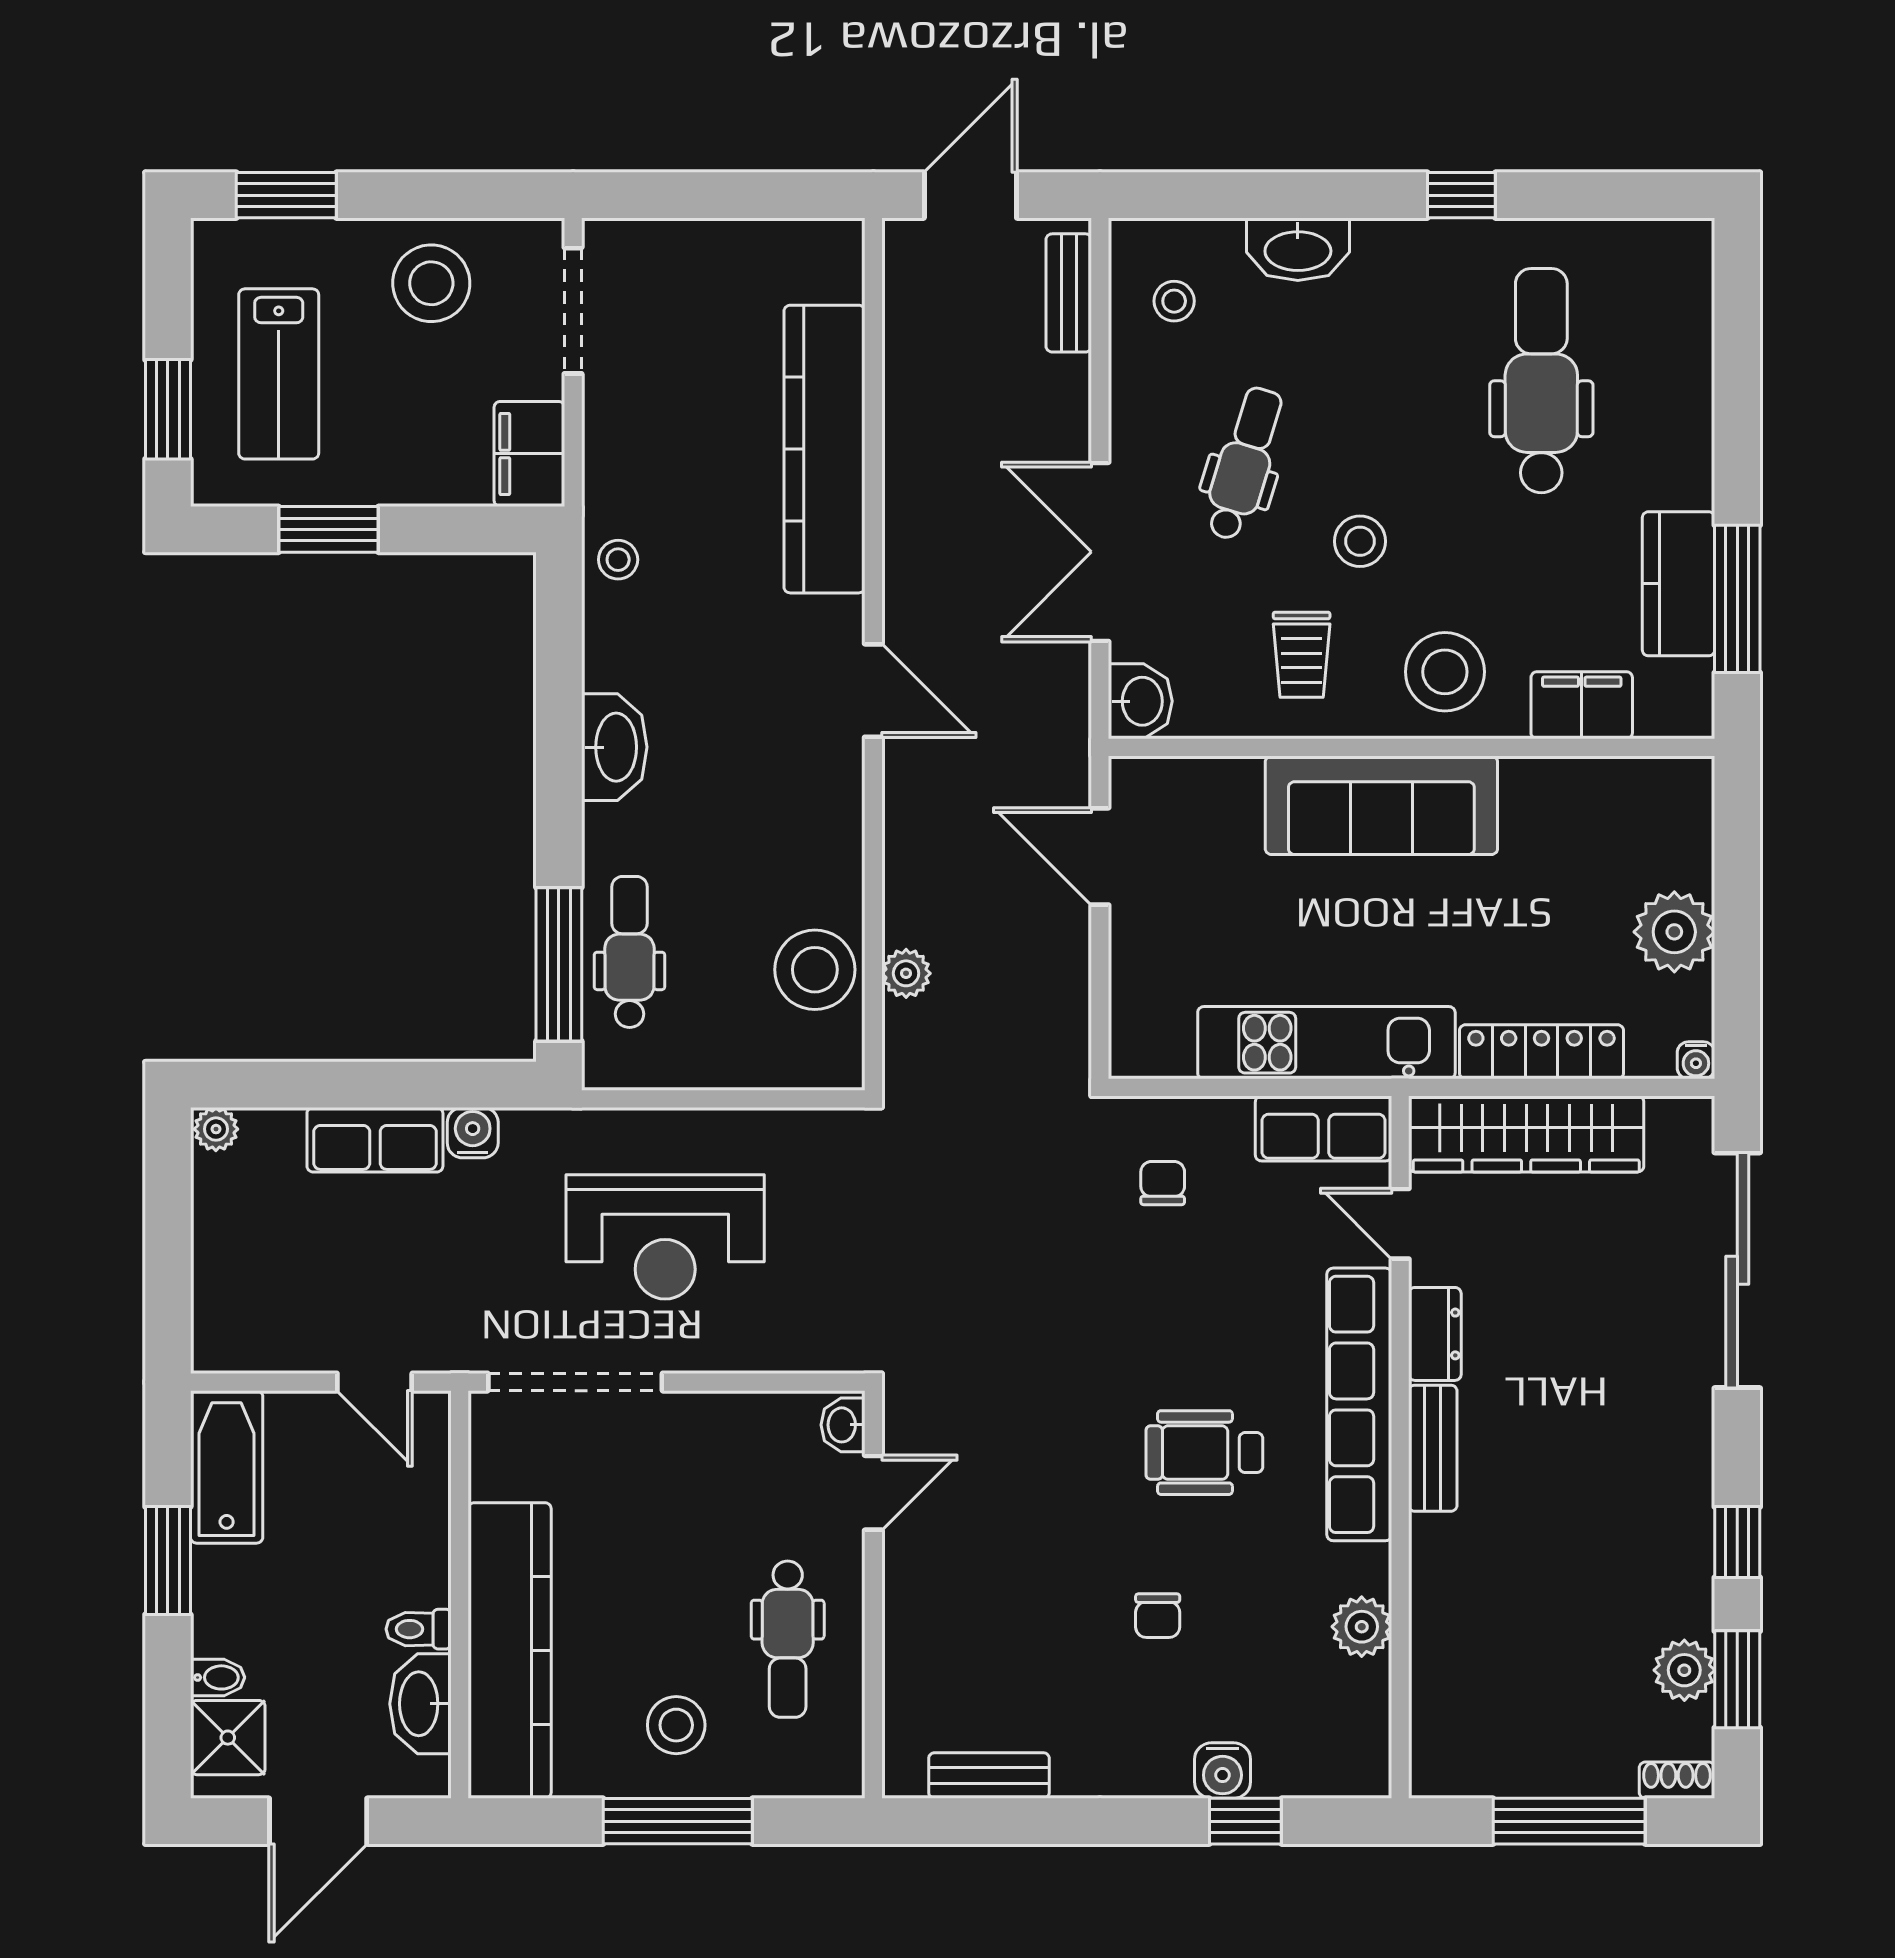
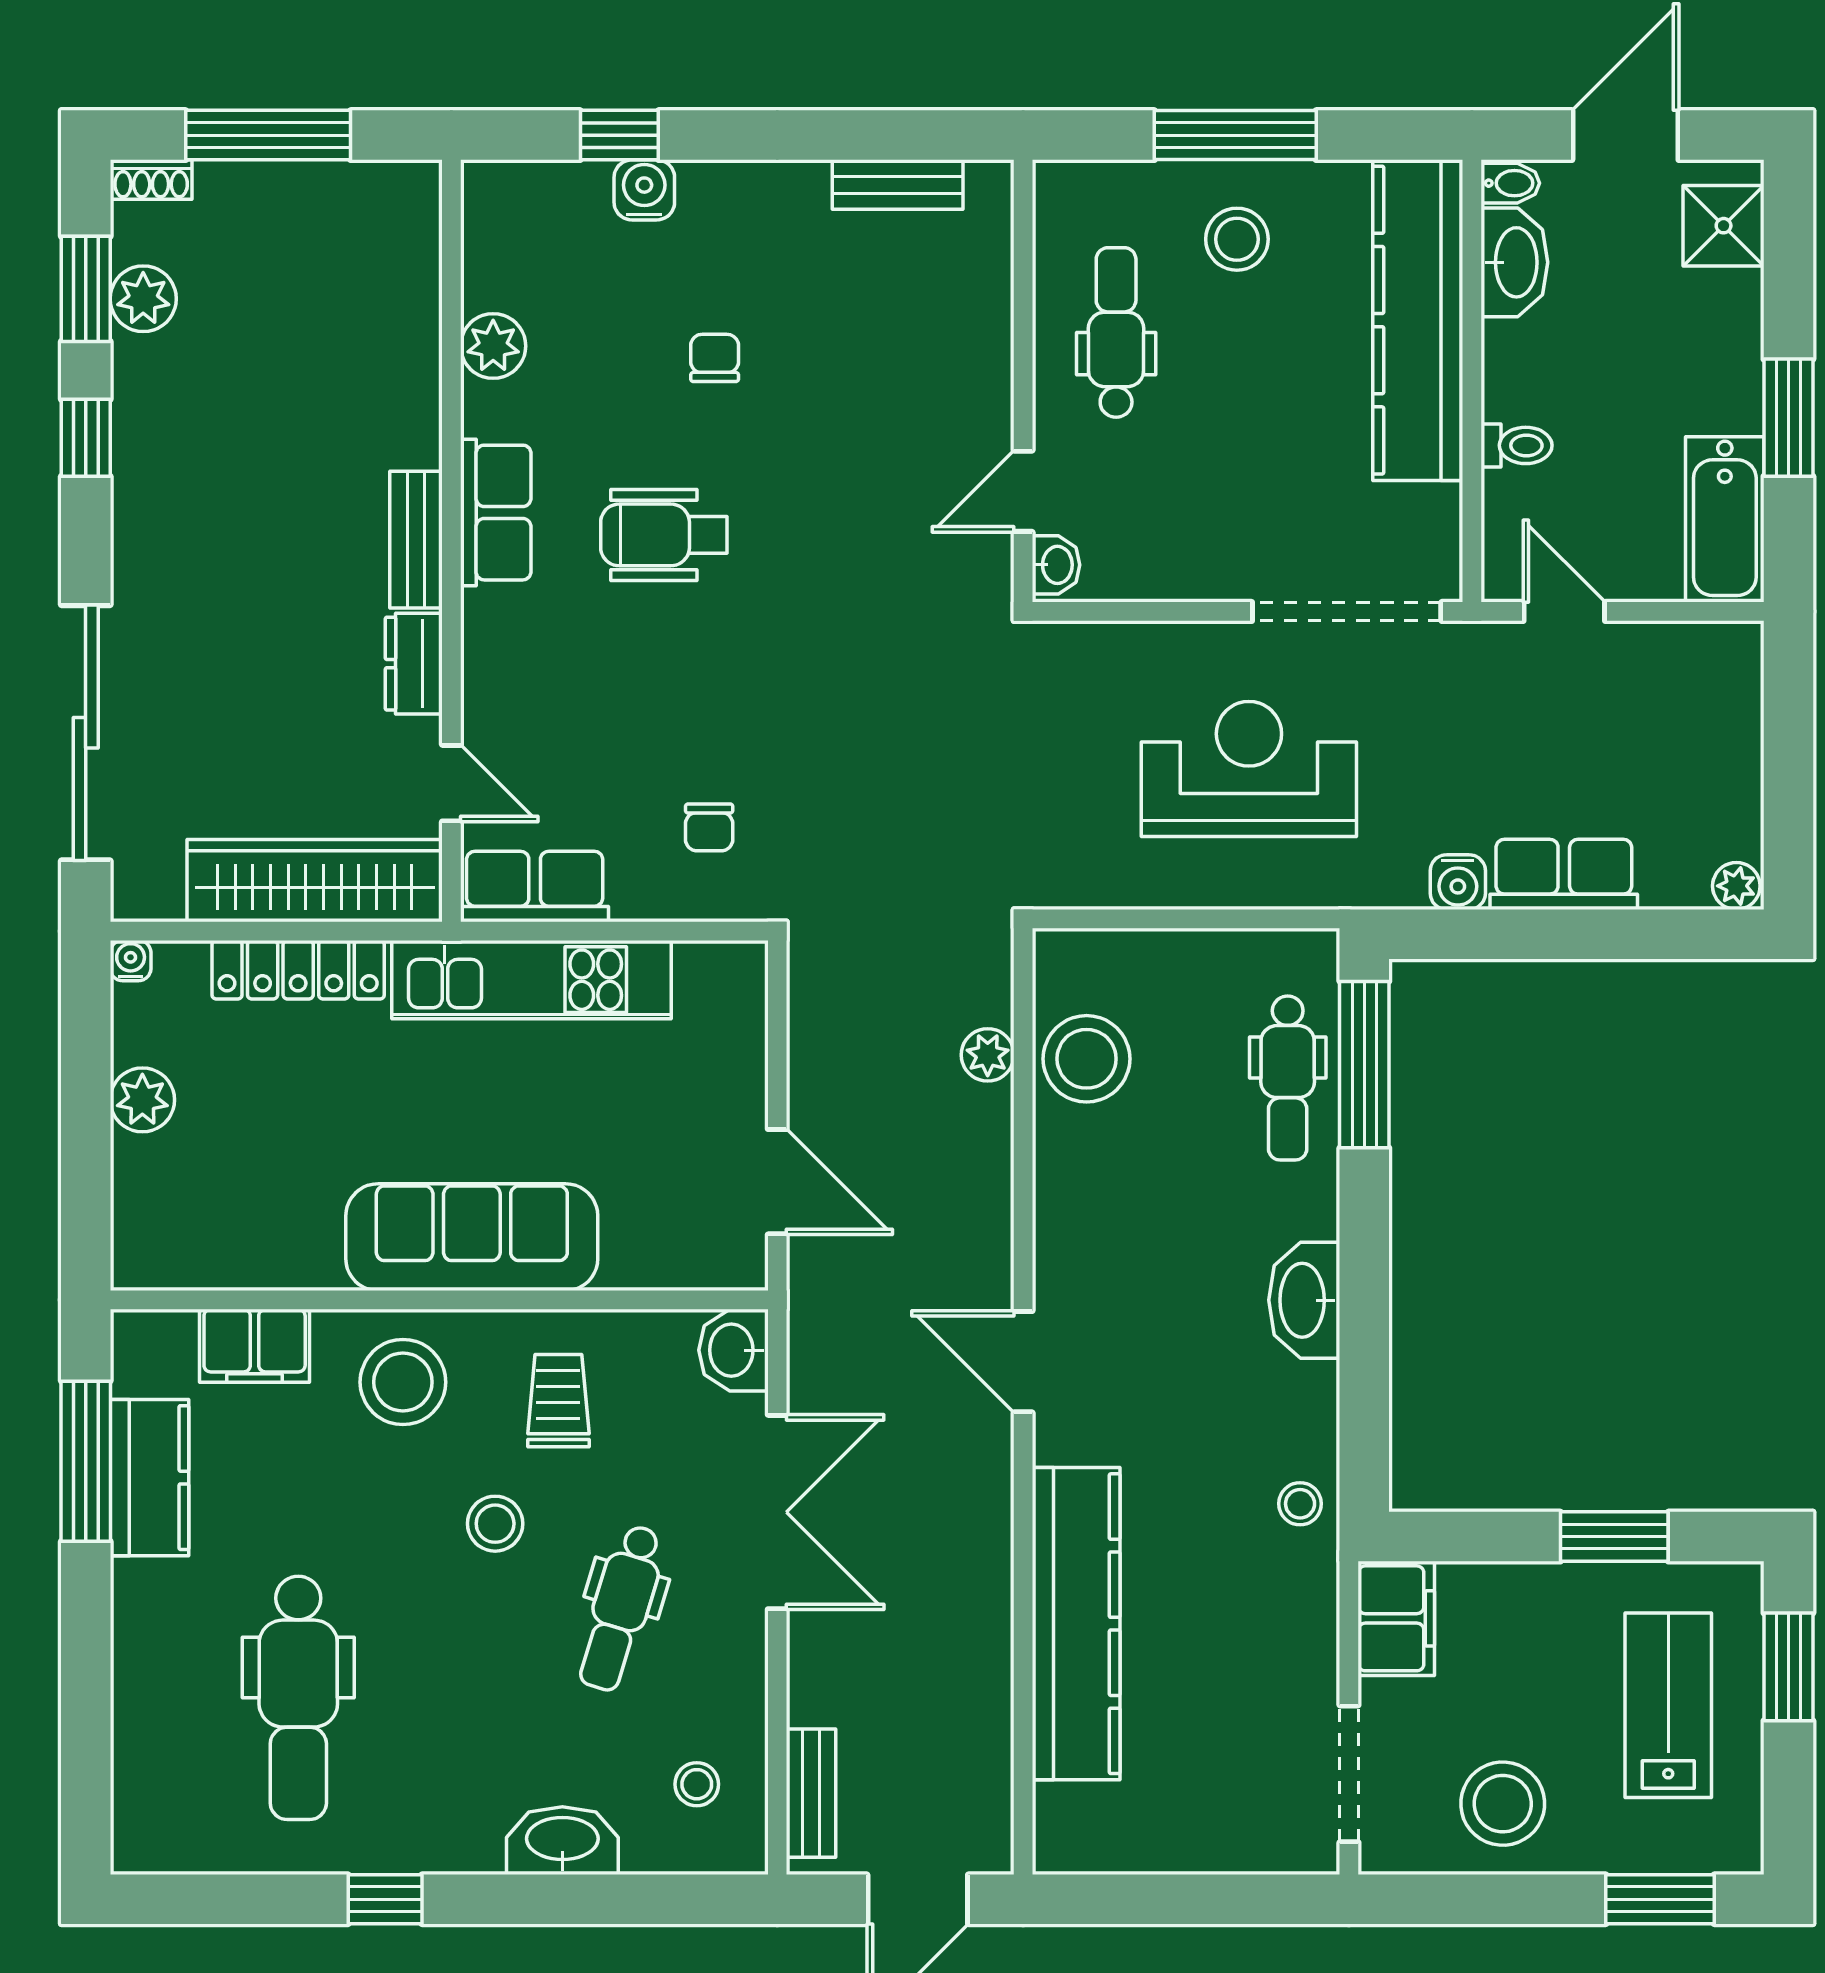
plant: (1674, 932) -> (142, 1100), width x0.73, depth x0.73
row of seats: (1359, 1404) -> (496, 513), width x0.50
wheelchair: (1204, 1453) -> (664, 535), turned 180
toilet: (419, 1629) -> (1516, 445), moved
bidet: (218, 1677) -> (1510, 183), moved, turned 180

